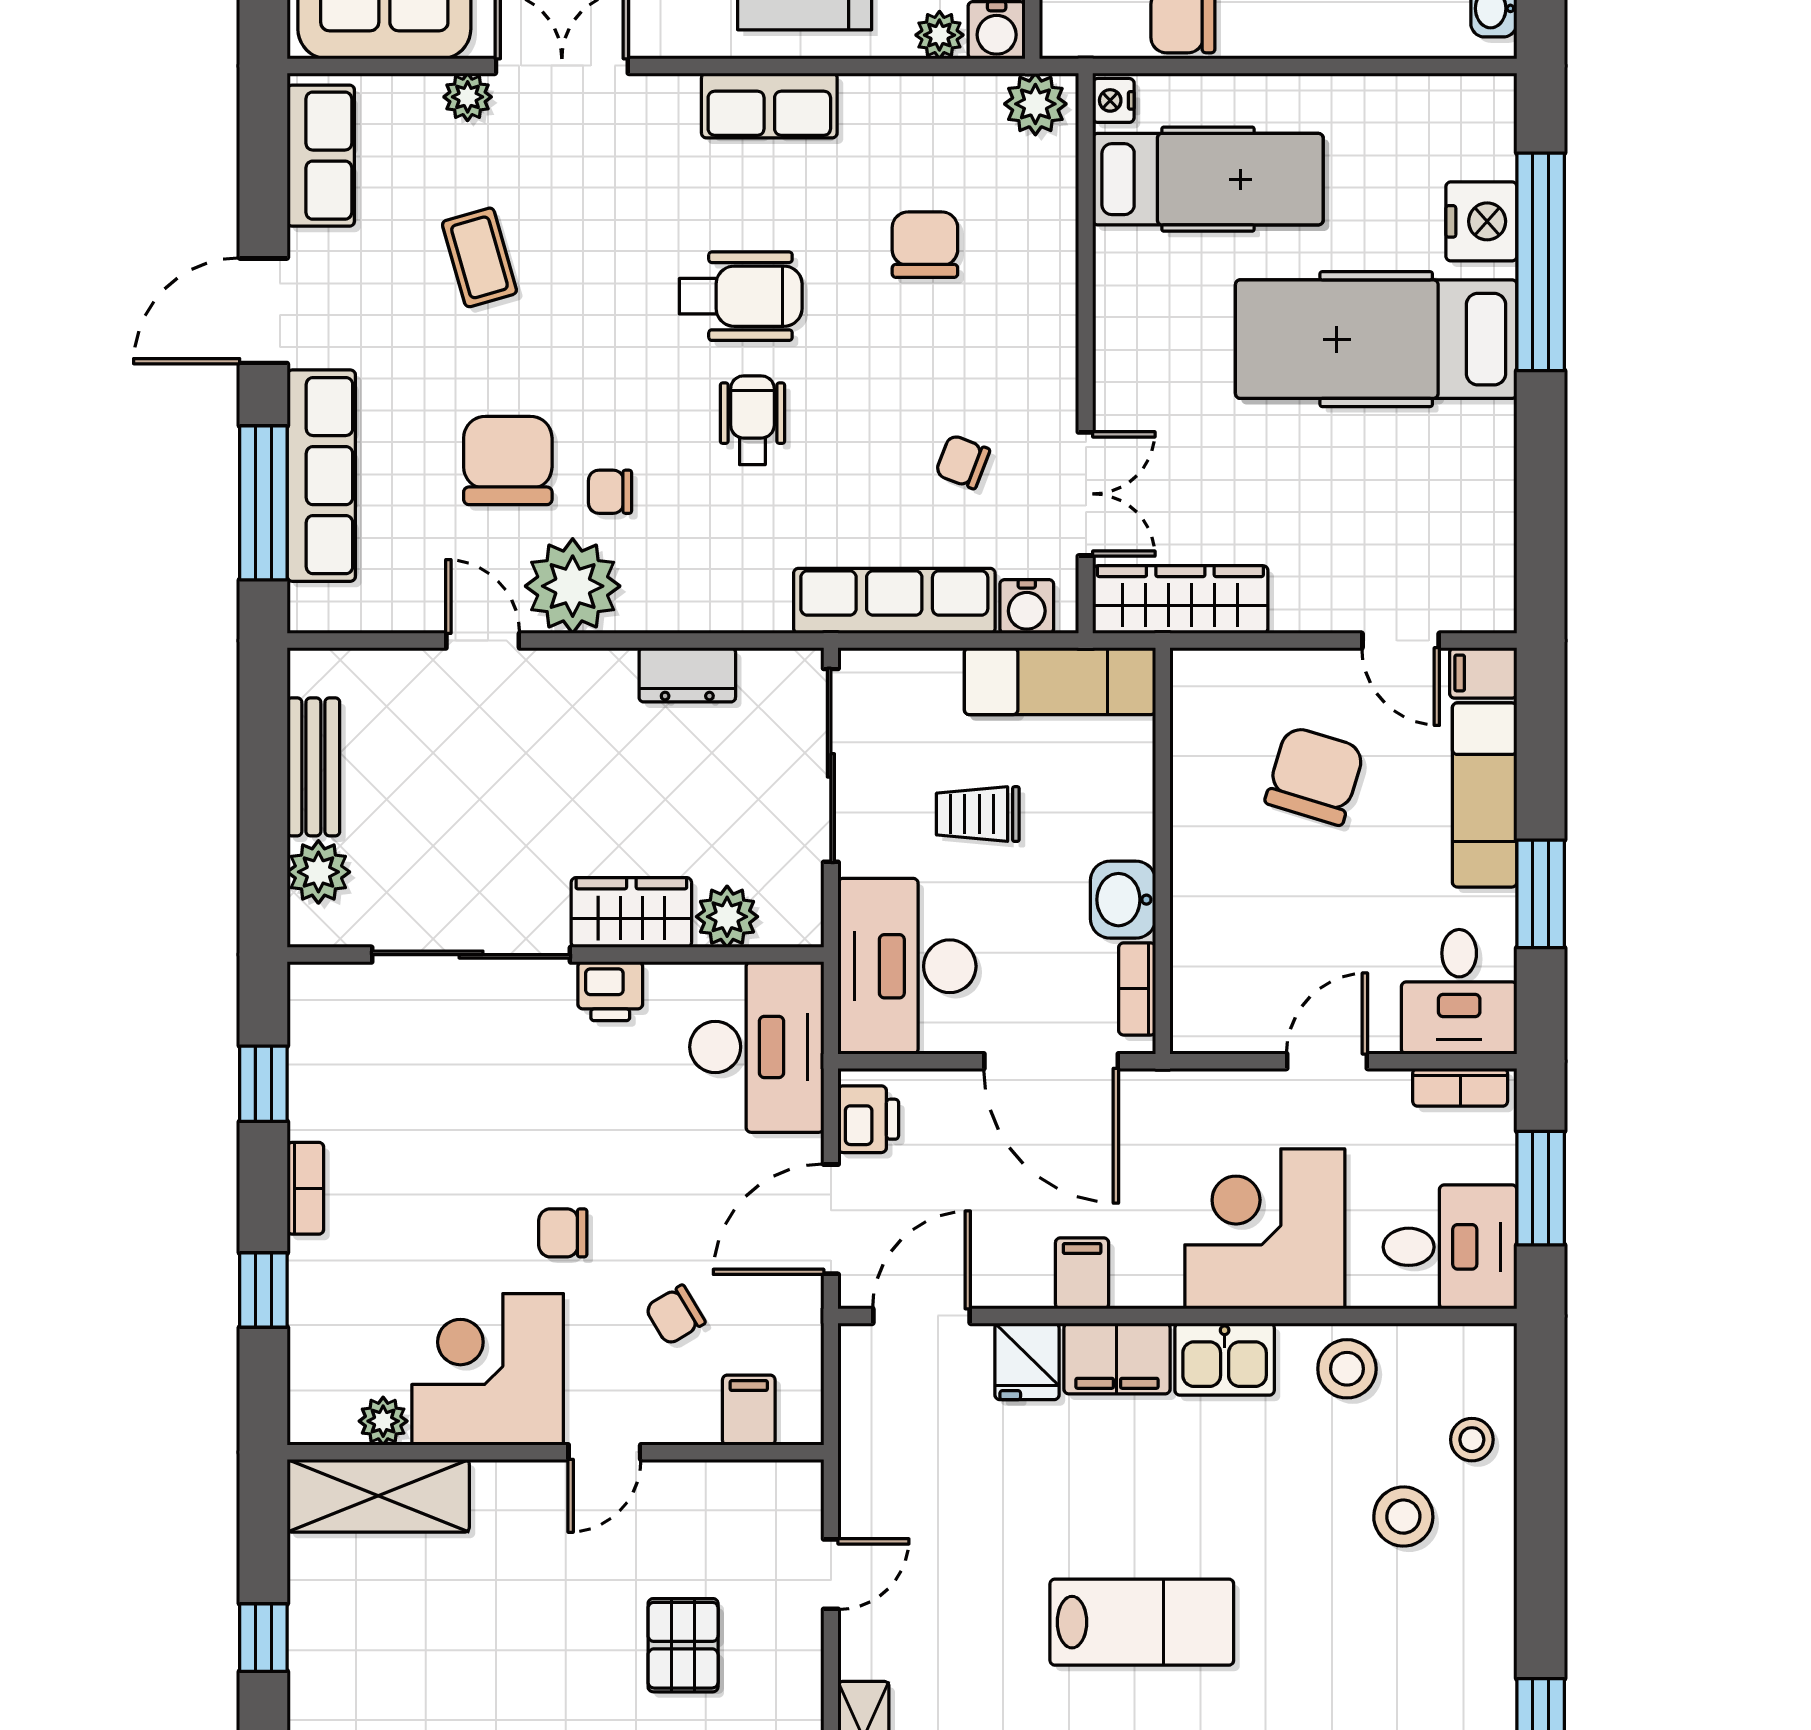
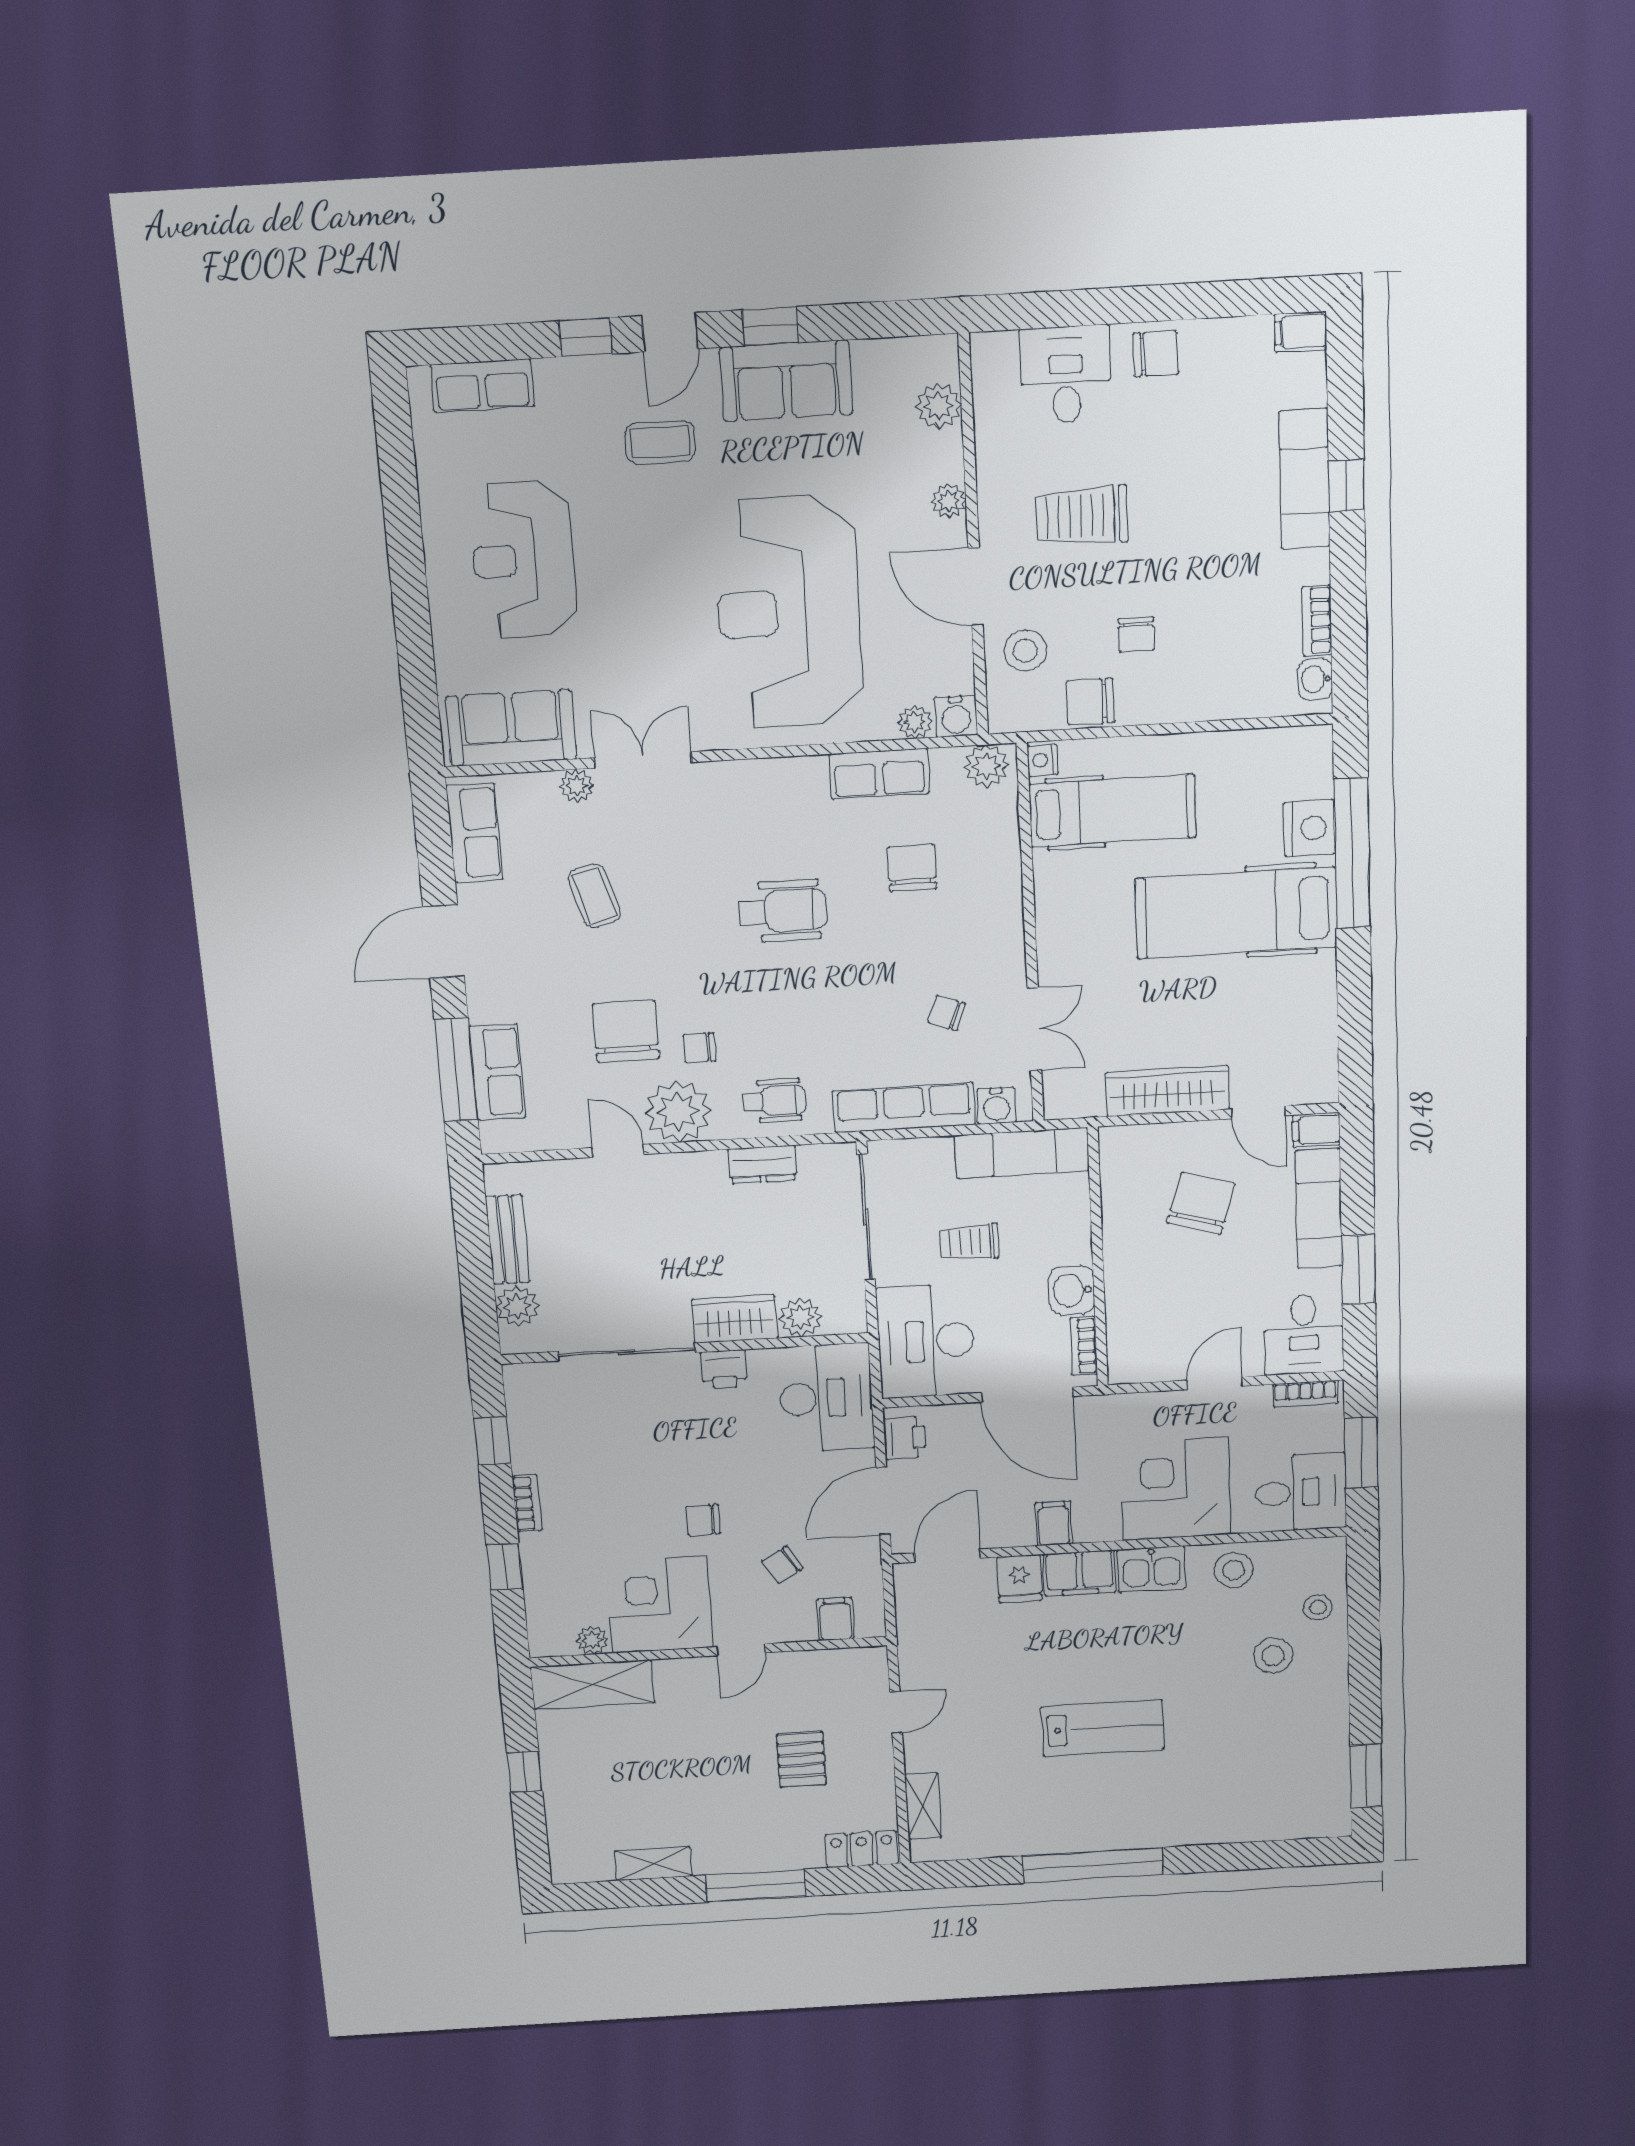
row of seats: (769, 105) -> (879, 774), moved
wheelchair: (752, 420) -> (774, 1101), moved, turned 90
row of seats: (321, 476) -> (497, 1072), width x0.68
wardrobe: (1180, 600) -> (1167, 1091), moved

